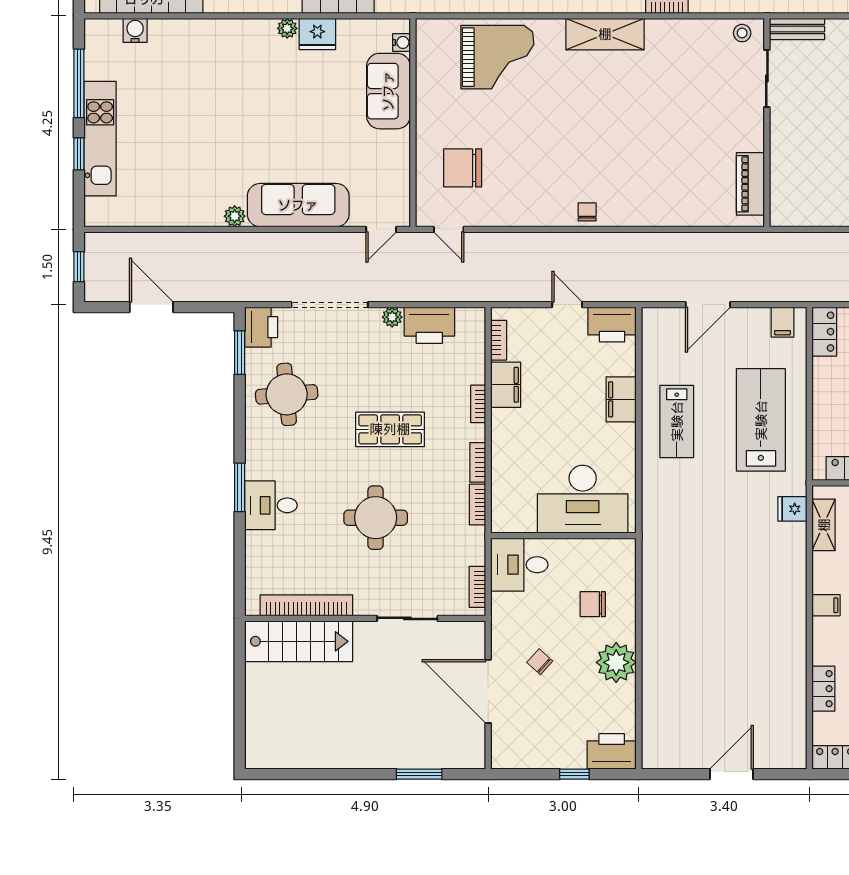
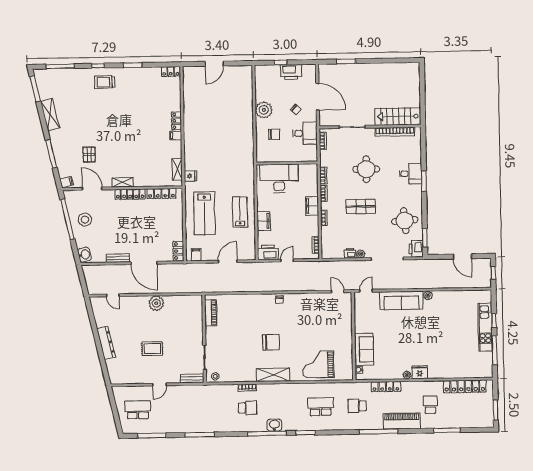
water cooler: (135, 30) -> (471, 373), removed
fridge: (317, 34) -> (420, 372), moved
chair: (463, 168) -> (271, 342), moved
door: (567, 305) -> (287, 260), swing flipped
printer: (429, 325) -> (350, 253), width x0.53, depth x0.68
filing cabinet: (506, 385) -> (312, 206), moved
desk: (519, 565) -> (305, 133), moved
locker: (823, 689) -> (177, 121), moved
printer: (612, 751) -> (291, 72), moved

